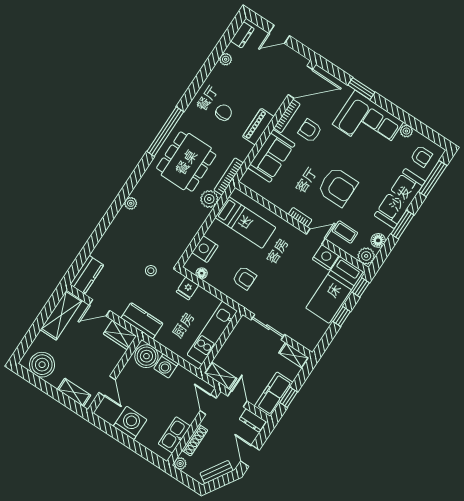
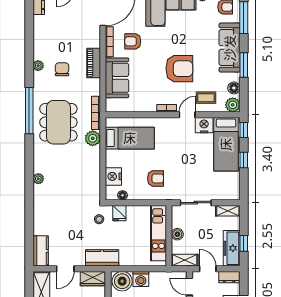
plant: (226, 59) -> (38, 66), moved
stool: (151, 271) -> (99, 219), moved
boiler: (230, 346) -> (177, 234), added

